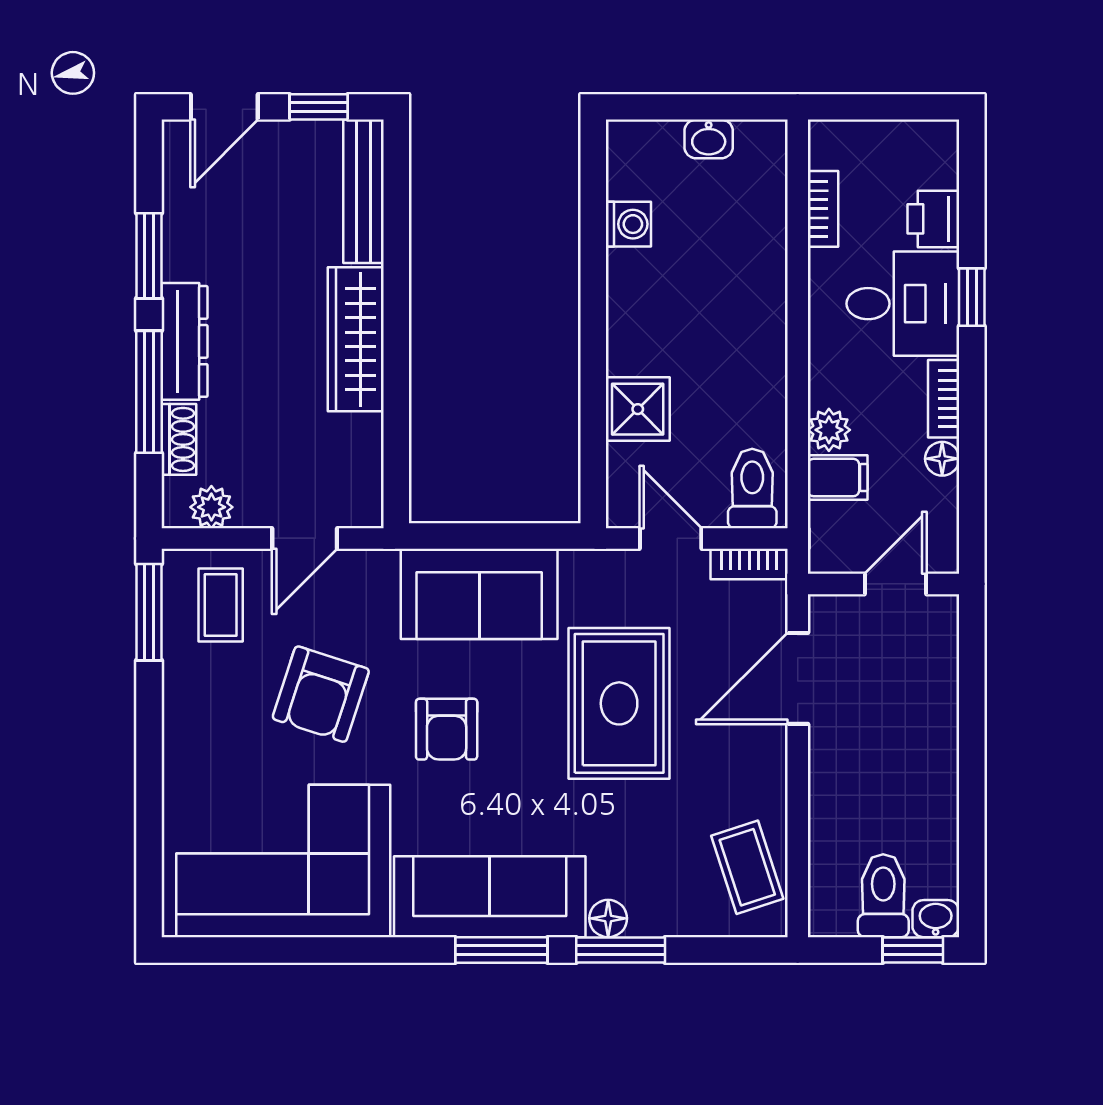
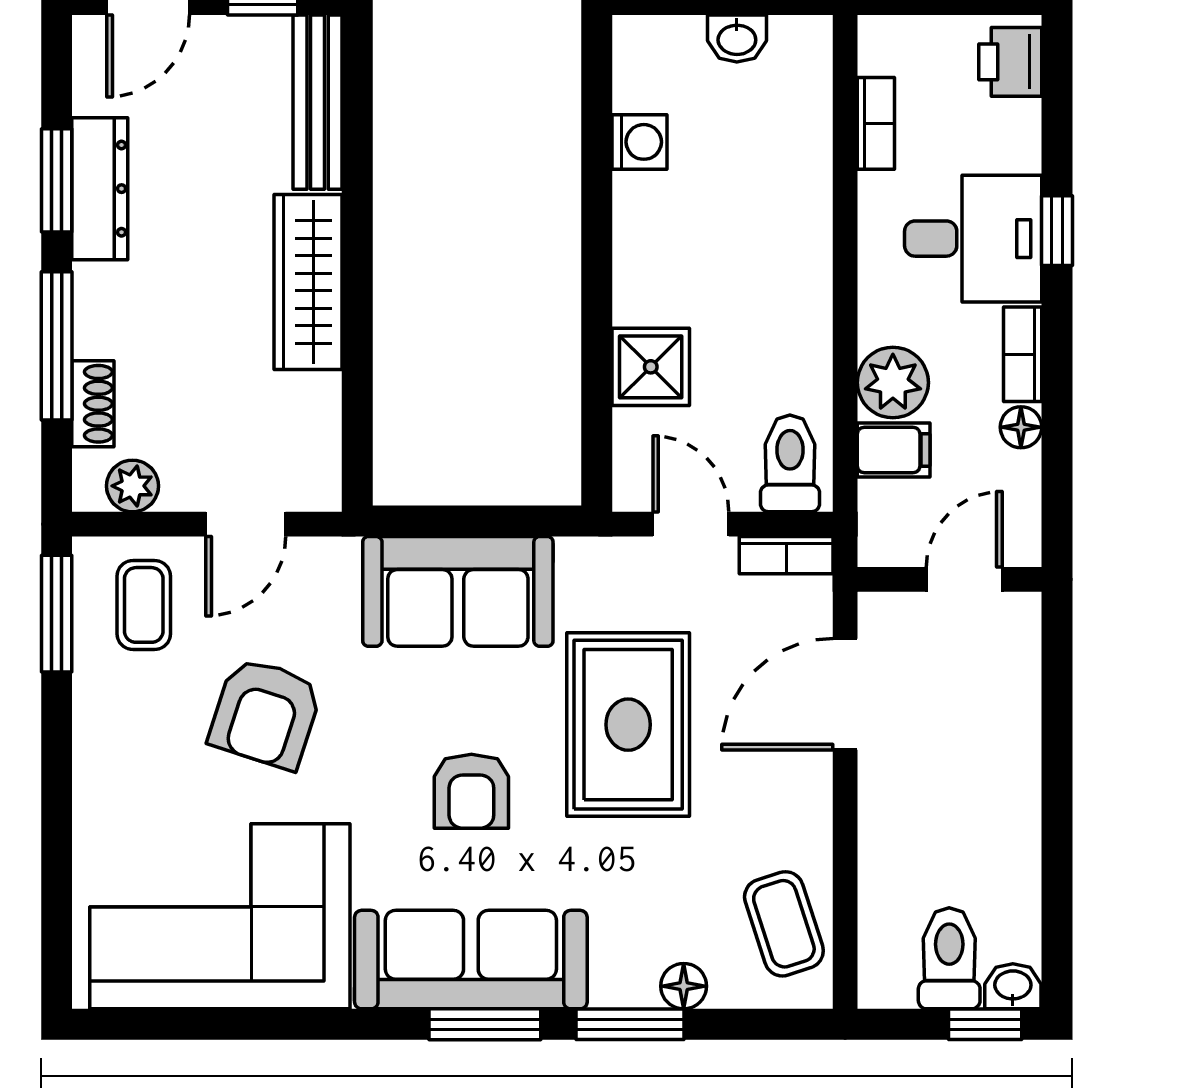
printer: (933, 219) -> (1010, 62), moved
dresser: (185, 341) -> (100, 189), moved
plant: (829, 430) -> (893, 383), width x1.38, depth x1.38
armchair: (447, 729) -> (471, 791), moved
floor lamp: (608, 918) -> (684, 986), moved

